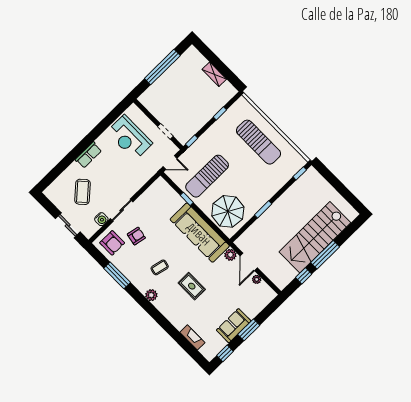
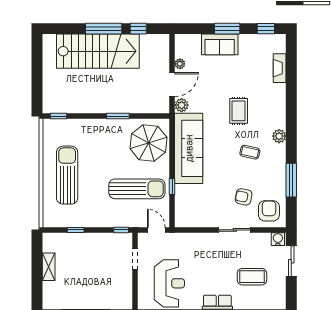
coffee table: (83, 192) -> (252, 277), turned 42
water cooler: (101, 219) -> (278, 239), moved
sofa: (234, 326) -> (220, 44), moved

